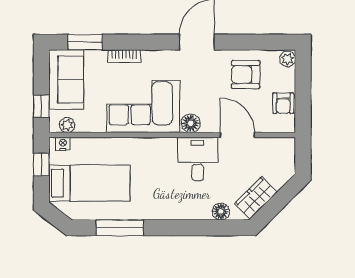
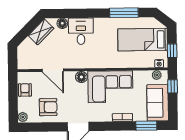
desk: (198, 159) -> (81, 31), moved, turned 180

